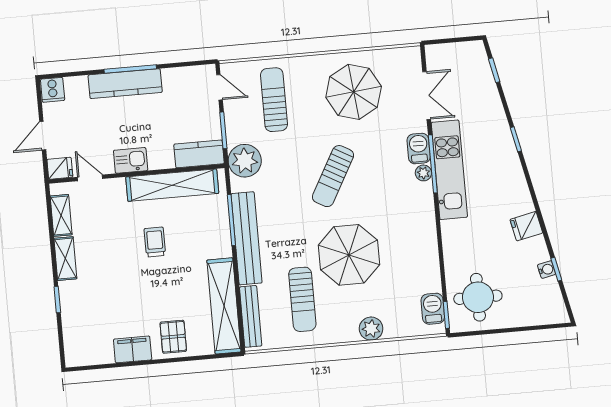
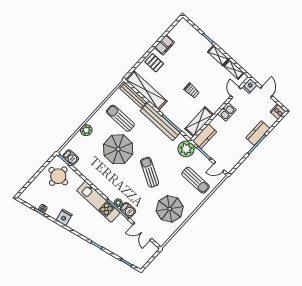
kitchen counter: (125, 84) -> (258, 133), width x0.67
kitchen unit: (449, 170) -> (98, 202), moved
door: (90, 178) -> (236, 92), swing flipped
shelving: (172, 185) -> (199, 122), width x0.68

